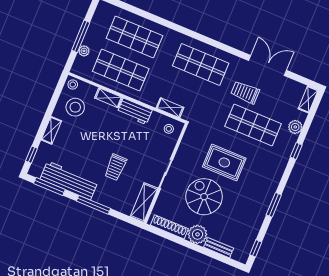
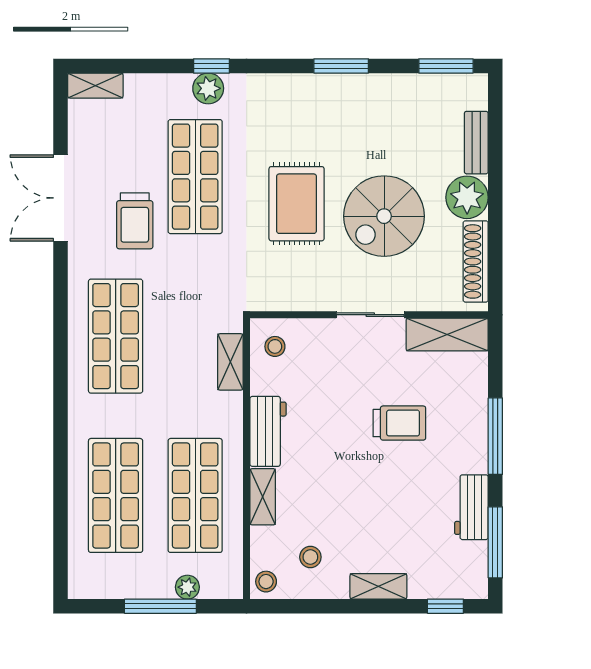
stool: (75, 107) -> (310, 557), width x0.53, depth x0.53
plant: (295, 127) -> (208, 88), moved
workbench: (69, 180) -> (471, 507), width x0.53, depth x0.76
window: (256, 248) -> (446, 66), width x1.50

